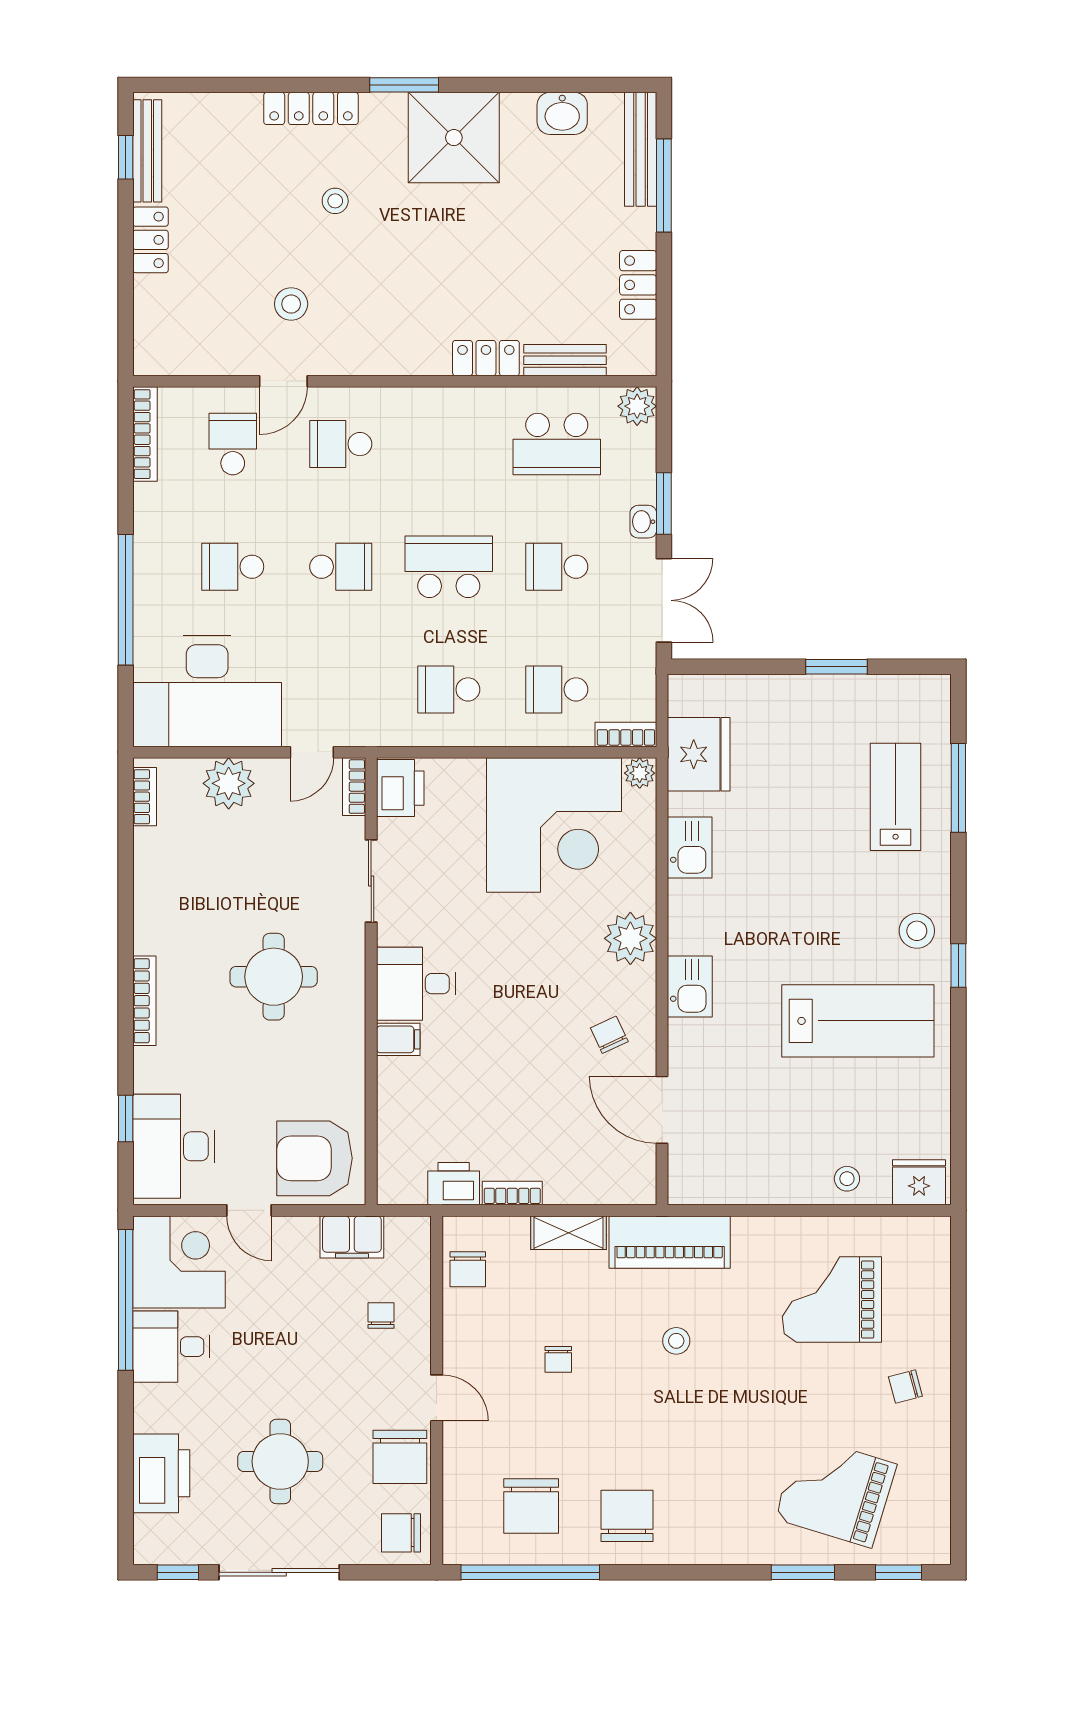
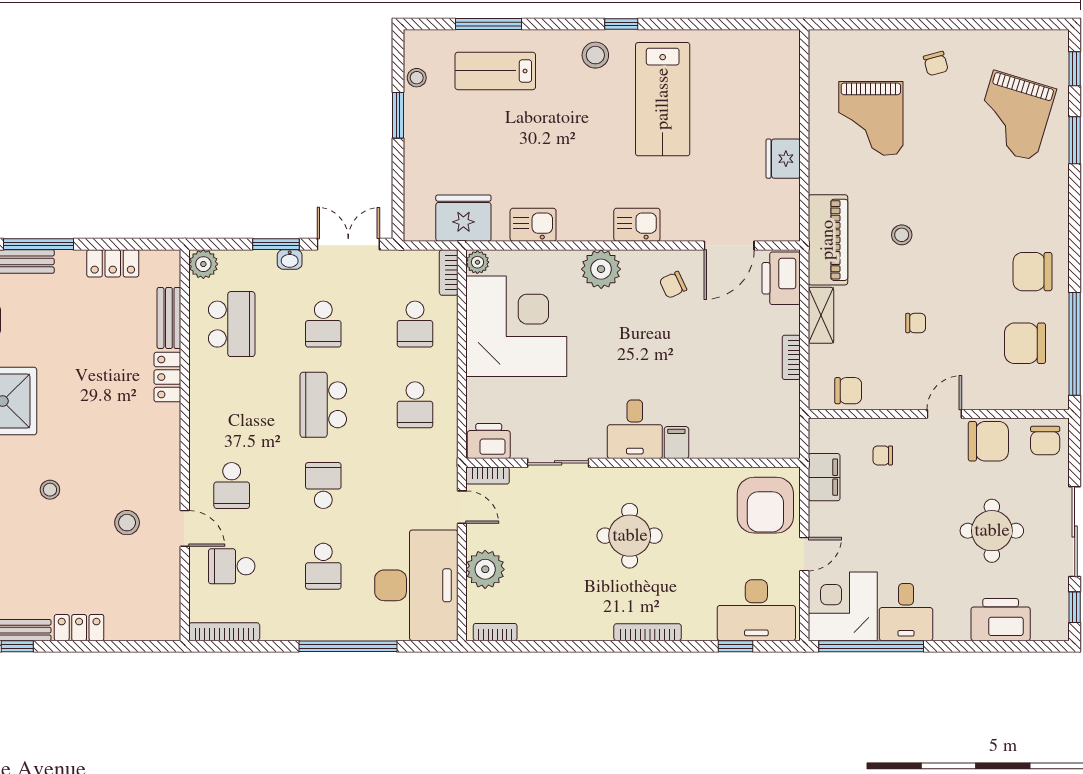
lab bench: (858, 1021) -> (663, 99), turned 180
stool: (847, 1179) -> (417, 78), moved
fridge: (919, 1182) -> (783, 159), moved
printer: (454, 1184) -> (781, 278), moved, width x1.37, depth x1.19
chair: (531, 1506) -> (1025, 343), turned 180

